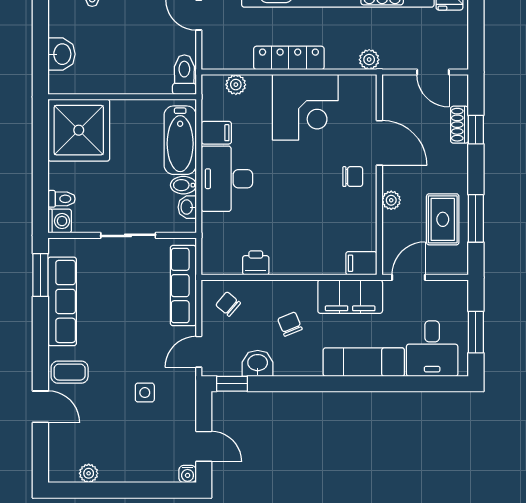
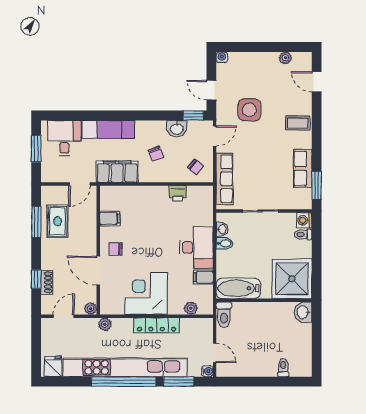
washbasin: (61, 54) -> (303, 312), moved
door: (433, 72) -> (64, 316), hinge flipped
bathtub: (180, 140) -> (238, 288), moved, turned -90
plant: (391, 200) -> (91, 309), moved
filing cabinet: (361, 263) -> (110, 218), moved
row of seats: (62, 301) -> (303, 168), width x0.68
side table: (145, 393) -> (249, 110), width x1.87, depth x1.87
door: (40, 407) -> (317, 82), moved
door: (204, 446) -> (211, 90), moved

